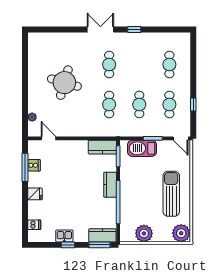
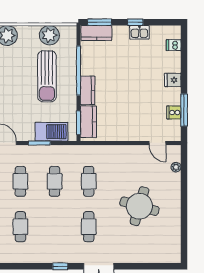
kitchen counter: (102, 147) -> (88, 122), moved, turned 90
sun lounger: (171, 194) -> (47, 76), moved

